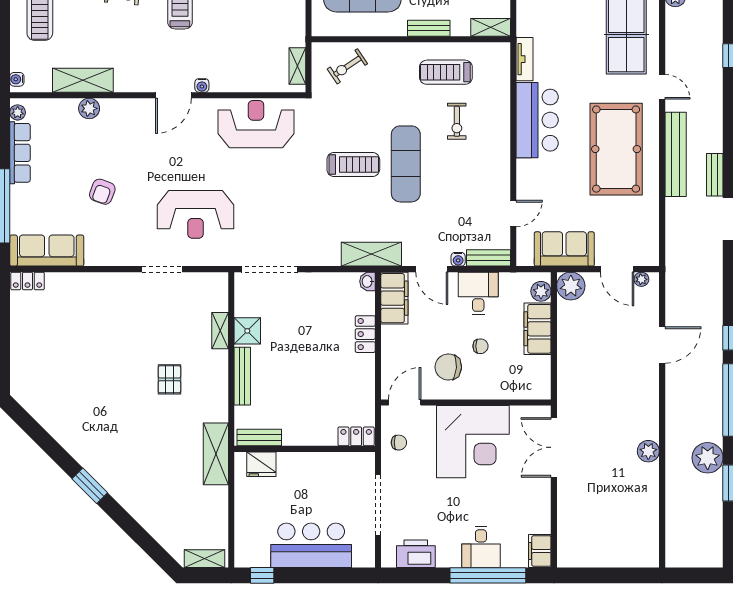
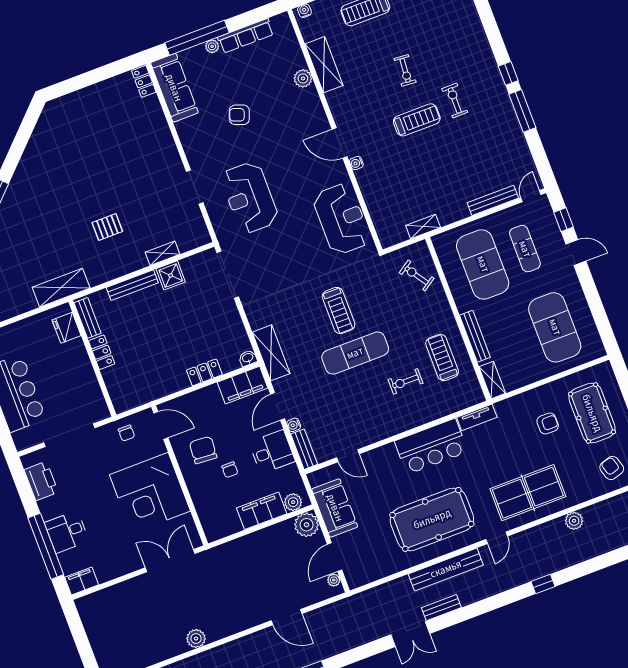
bench: (429, 28) -> (475, 336), width x1.36
shelving: (297, 66) -> (423, 227), moved
plant: (18, 112) -> (212, 46), moved
locker: (356, 436) -> (102, 352), moved

